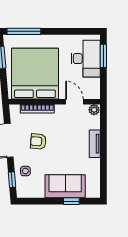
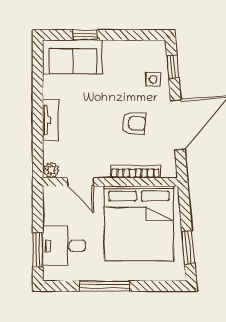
window: (24, 31) -> (105, 286), moved
desk: (86, 59) -> (64, 246), width x0.73
sofa: (65, 186) -> (73, 57), moved

